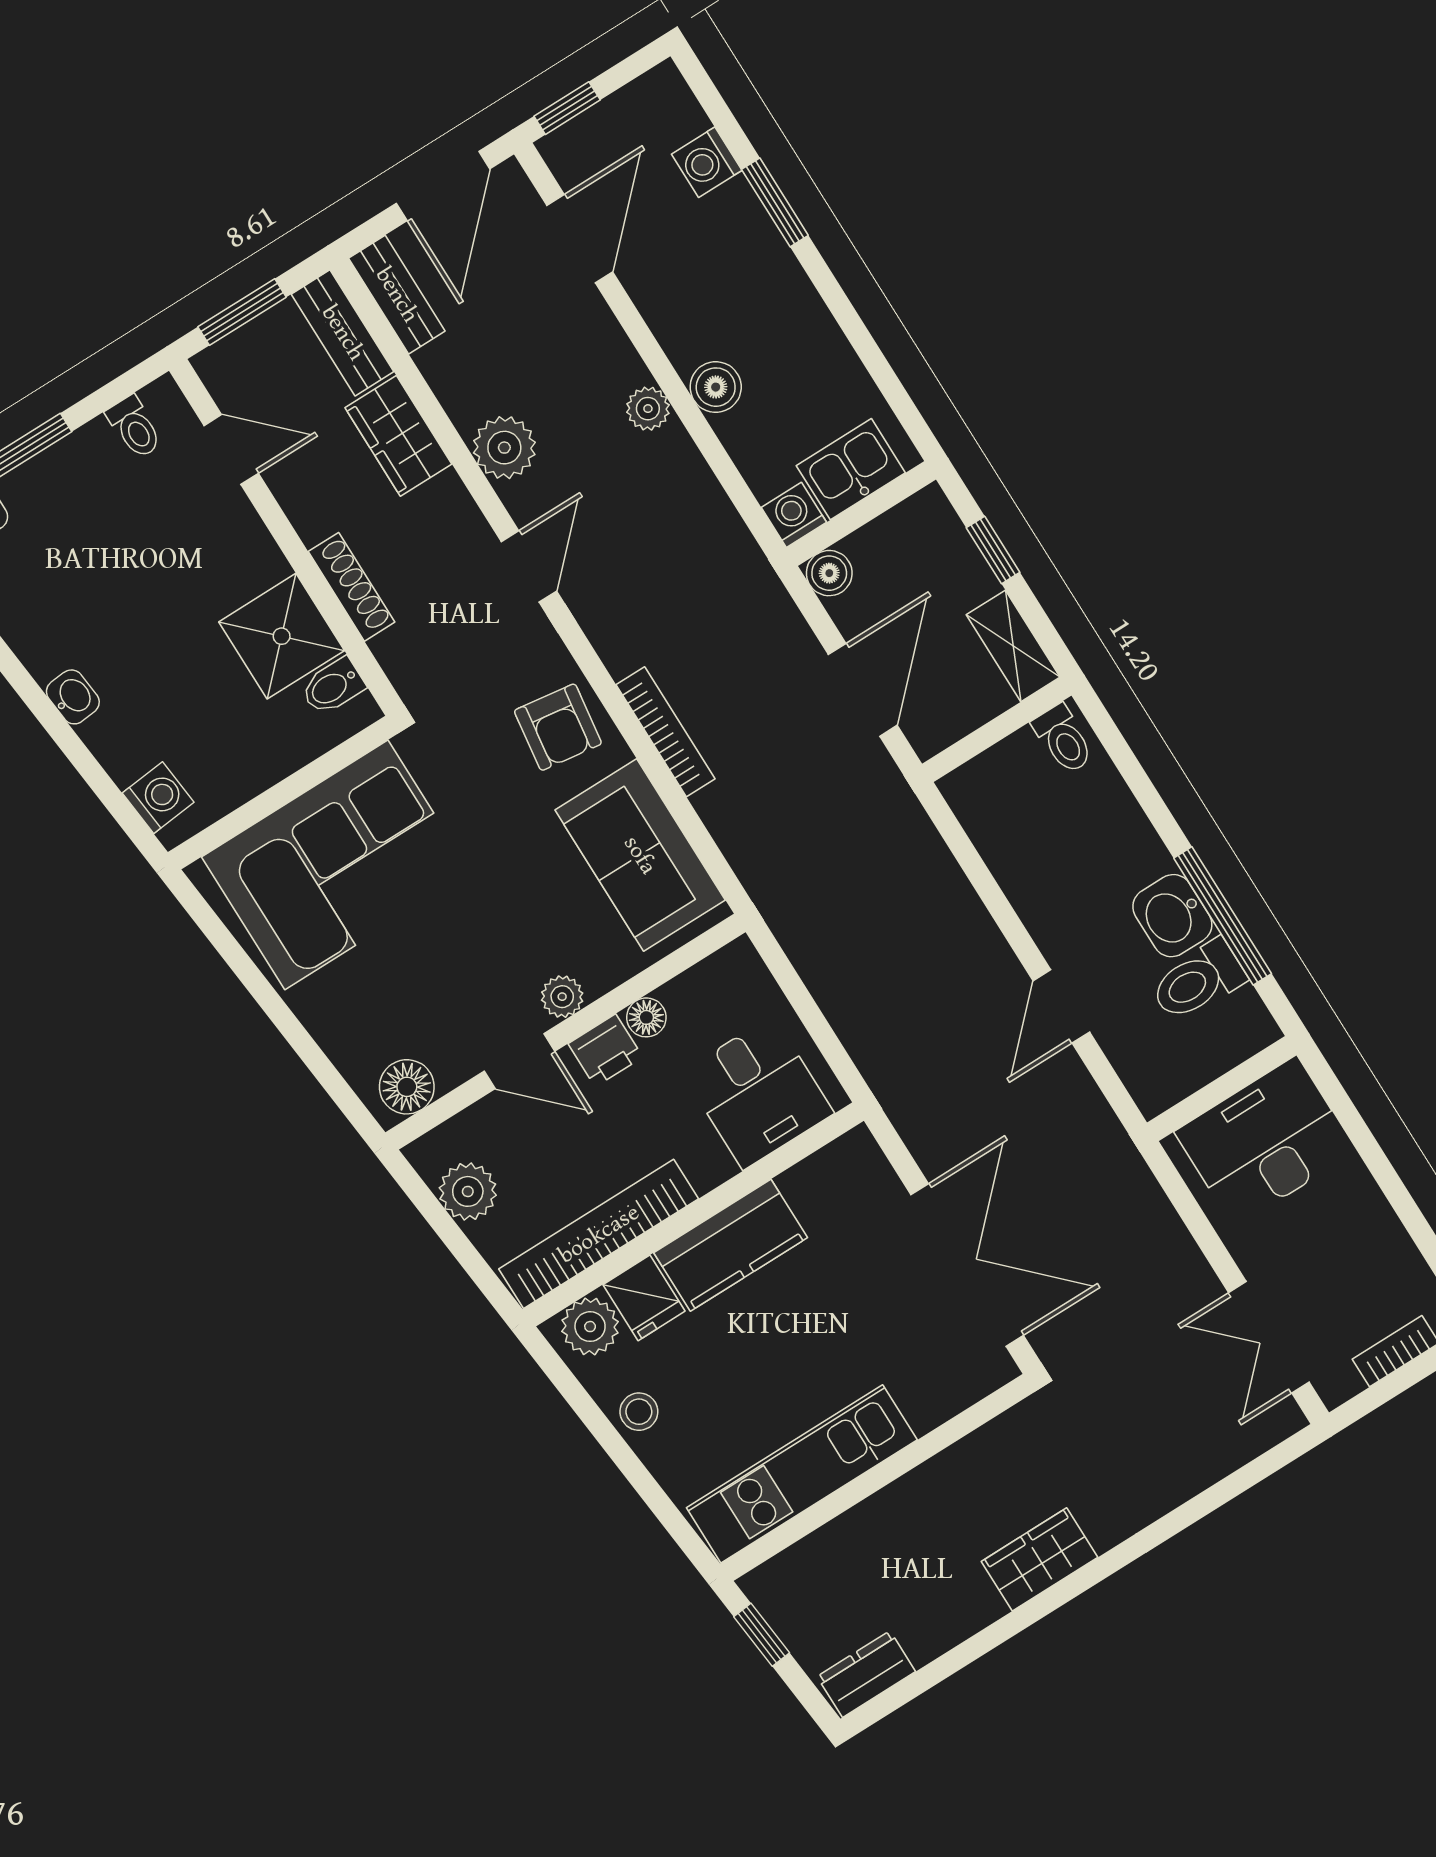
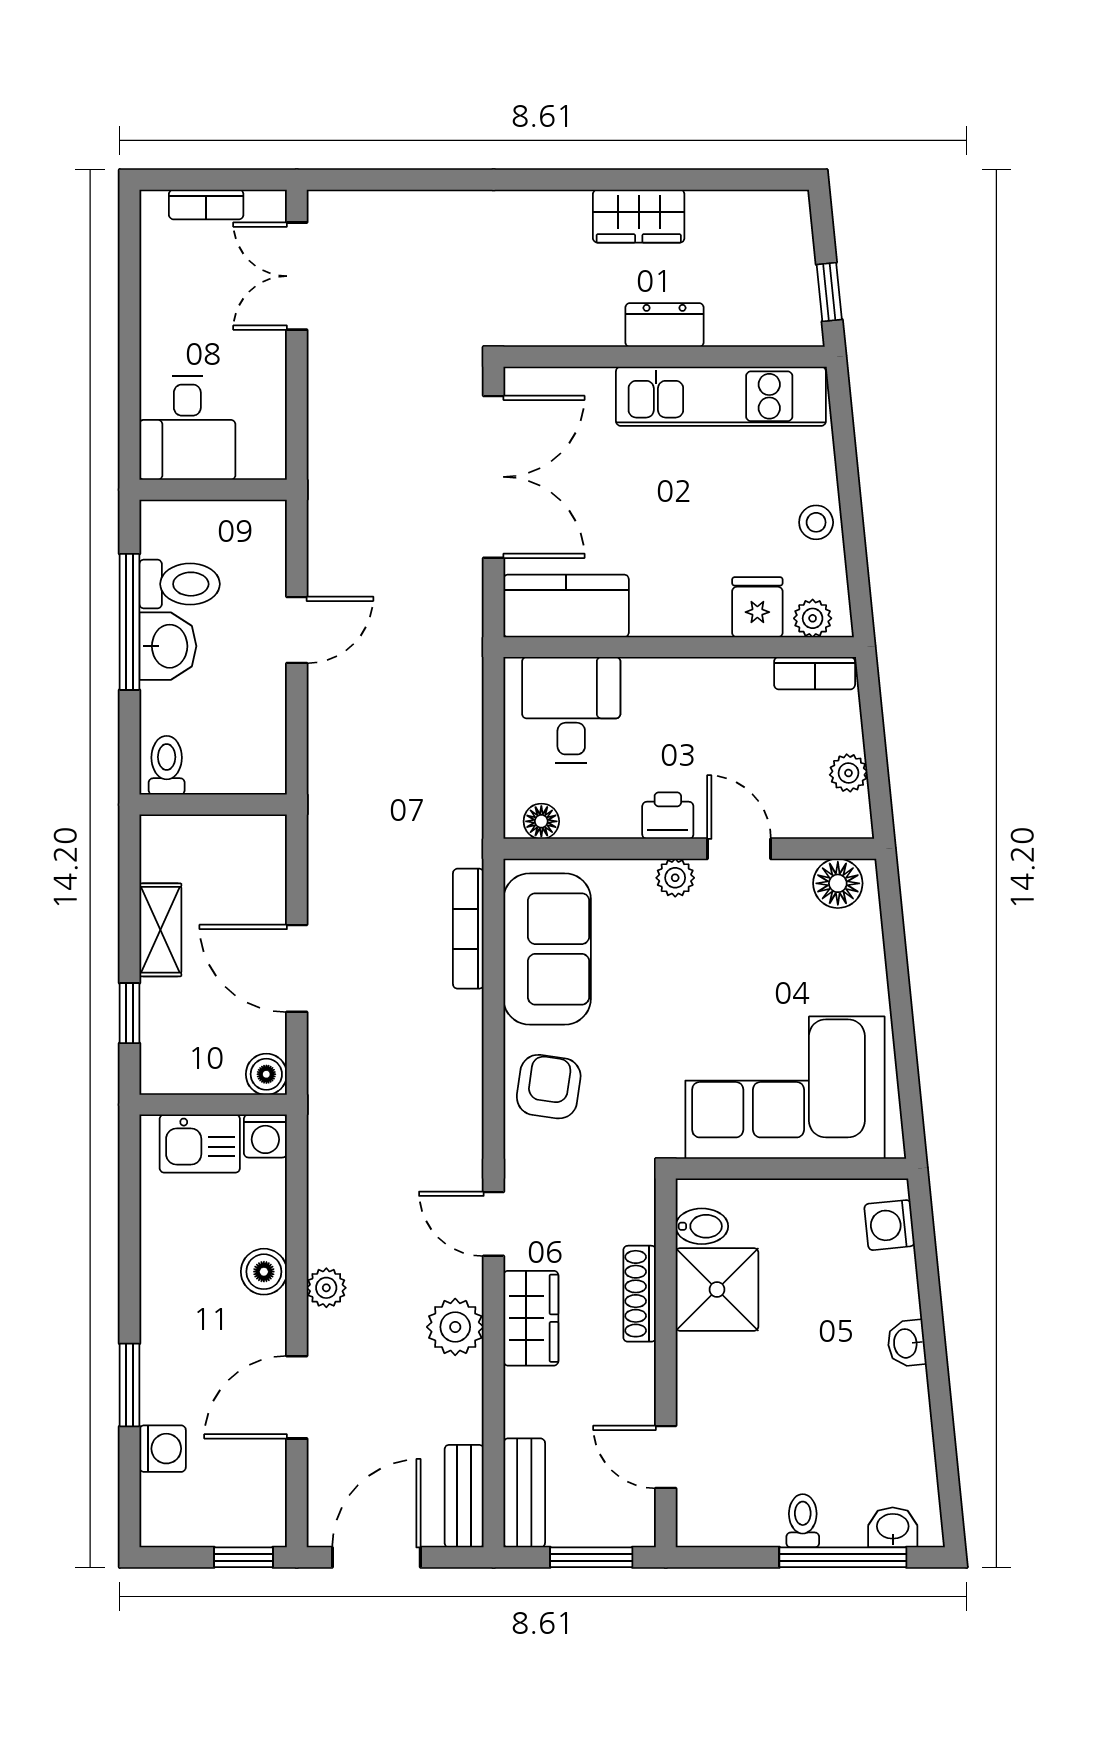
door: (580, 239) -> (297, 1397), moved
toilet: (134, 427) -> (803, 1521), moved
wardrobe: (398, 436) -> (531, 1318), moved
door: (529, 566) -> (494, 1224), hinge flipped
door: (863, 690) -> (297, 968), hinge flipped
wall: (997, 730) -> (213, 805), moved
bookcase: (665, 732) -> (468, 929), moved
toilet: (1063, 739) -> (167, 765), moved
floor lamp: (646, 1017) -> (541, 821), moved
desk: (1265, 1141) -> (187, 428), width x0.73
plant: (468, 1191) -> (848, 773), width x0.73, depth x0.73
bookcase: (599, 1234) -> (815, 673), width x0.43, depth x0.76
kitchen counter: (731, 1245) -> (566, 606), moved
double door: (967, 1265) -> (494, 477), swing flipped
plant: (590, 1327) -> (813, 618), width x0.73, depth x0.73
double door: (1269, 1337) -> (297, 276), swing flipped
wardrobe: (1040, 1559) -> (639, 216), moved
dresser: (866, 1674) -> (665, 325), moved, turned 180

